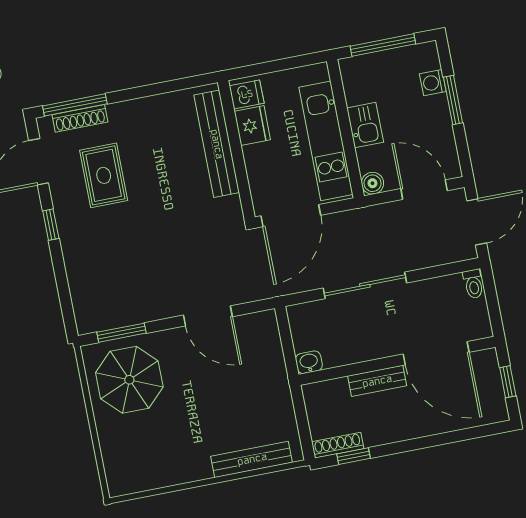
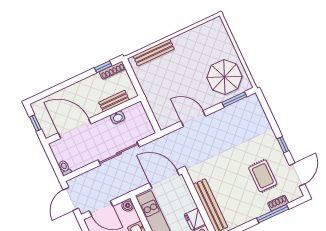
window: (75, 105) -> (273, 214), moved
shoe rack: (80, 118) -> (278, 203), width x0.70
door: (291, 216) -> (164, 179), hinge flipped
washbasin: (309, 362) -> (117, 117), moved
bench: (377, 381) -> (114, 101), moved

